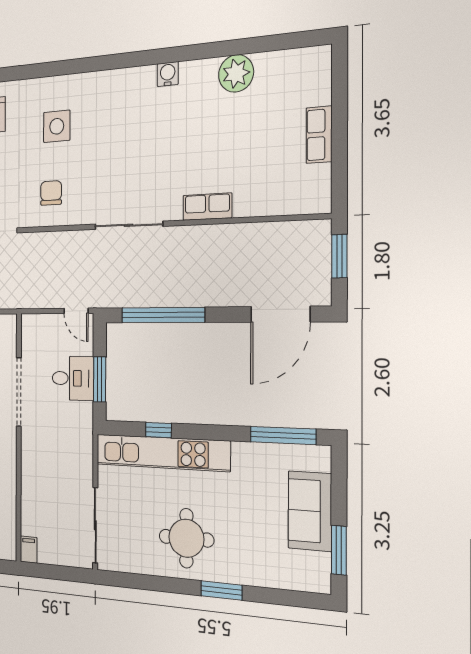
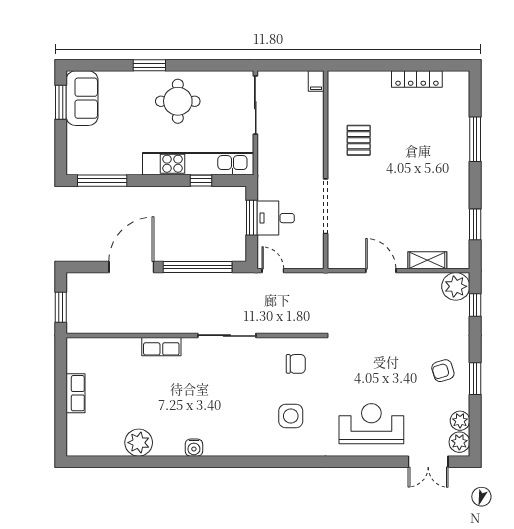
chair: (51, 193) -> (296, 364), turned -90
door: (280, 314) -> (131, 267), moved
sofa: (310, 511) -> (82, 98), moved

